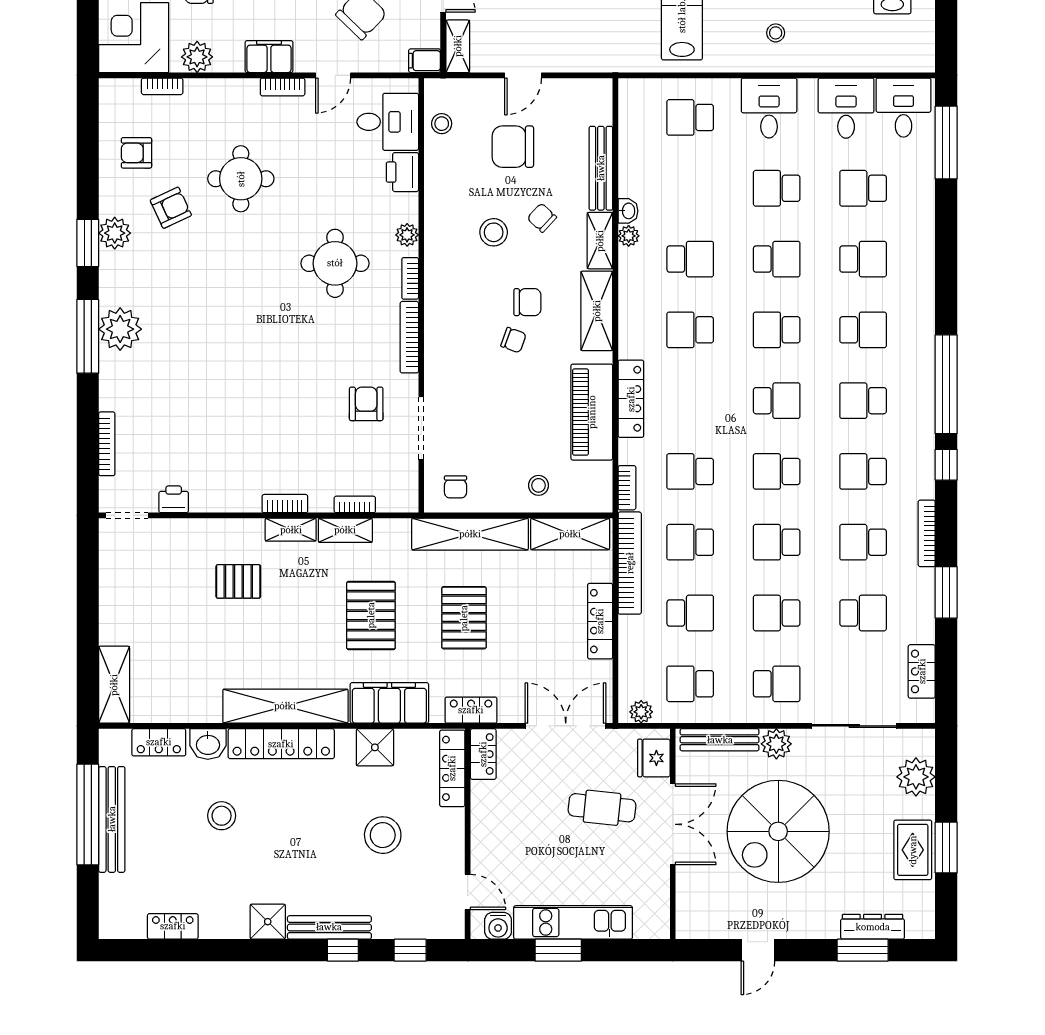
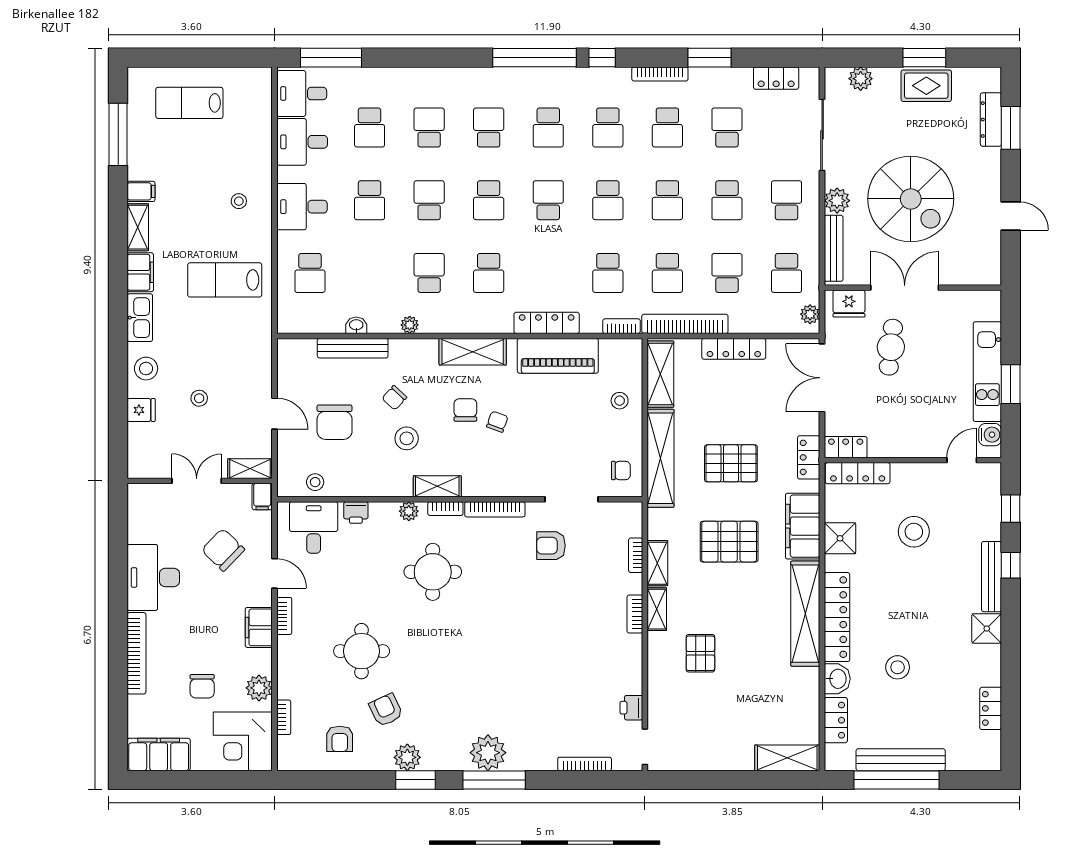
printer: (402, 172) -> (356, 513), width x0.73, depth x0.81
washbasin: (628, 211) -> (356, 325), moved
shelving: (600, 241) -> (437, 486), moved
plant: (916, 777) -> (861, 79), width x0.73, depth x0.73

